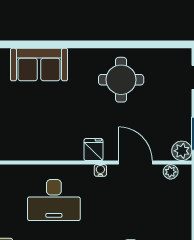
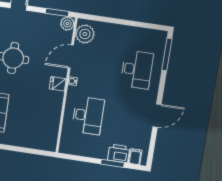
plant: (171, 172) -> (85, 34), width x1.88, depth x1.88

